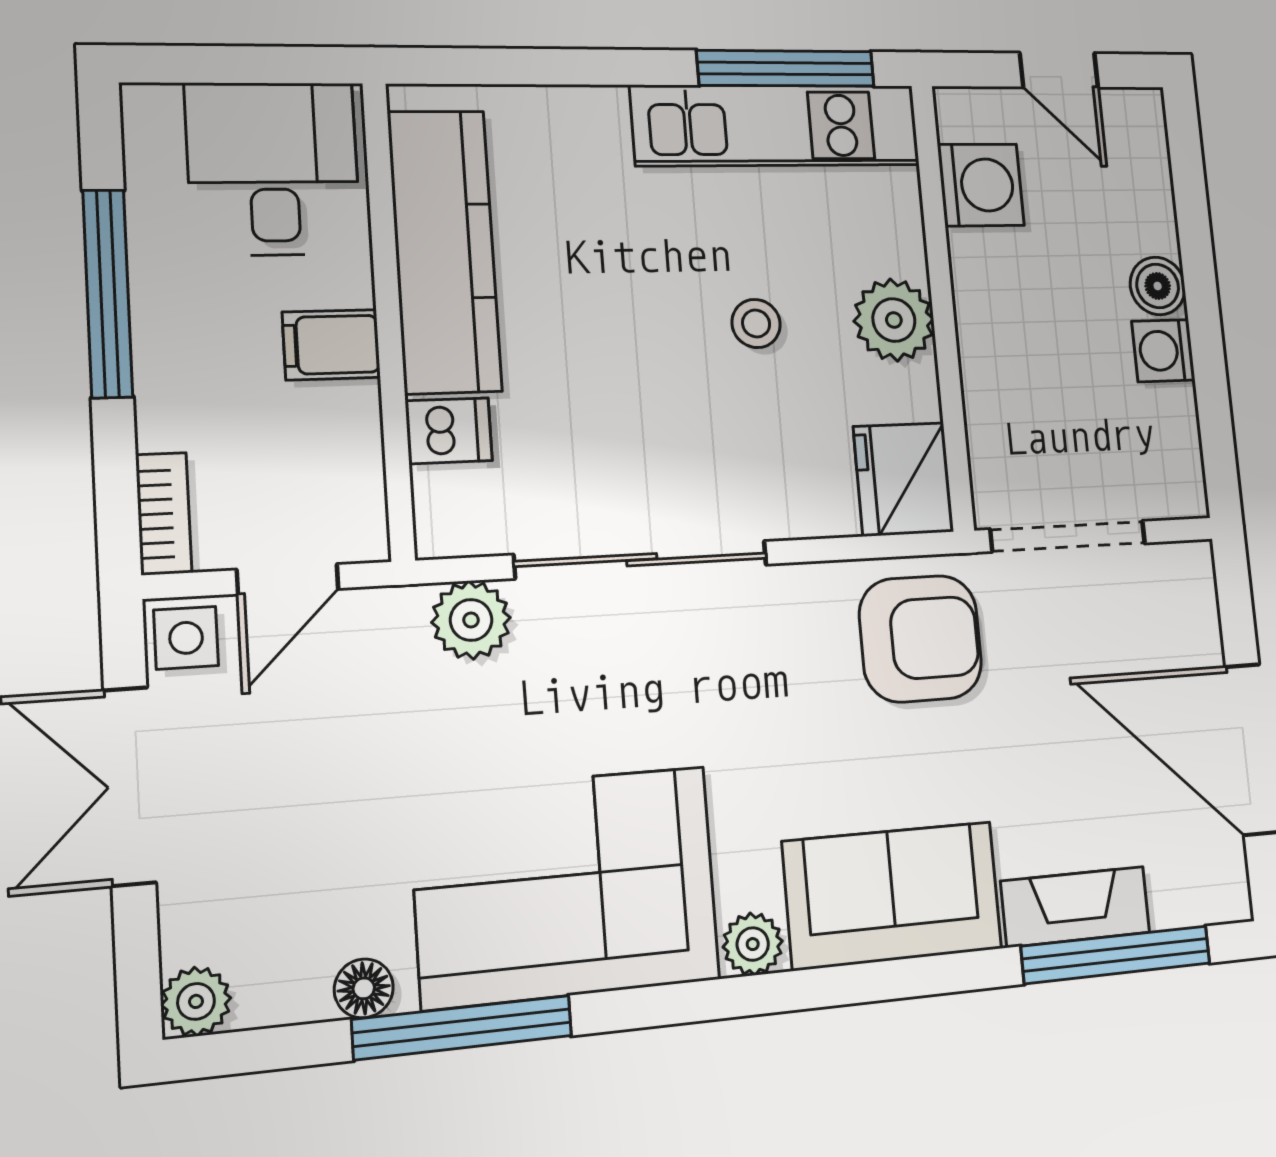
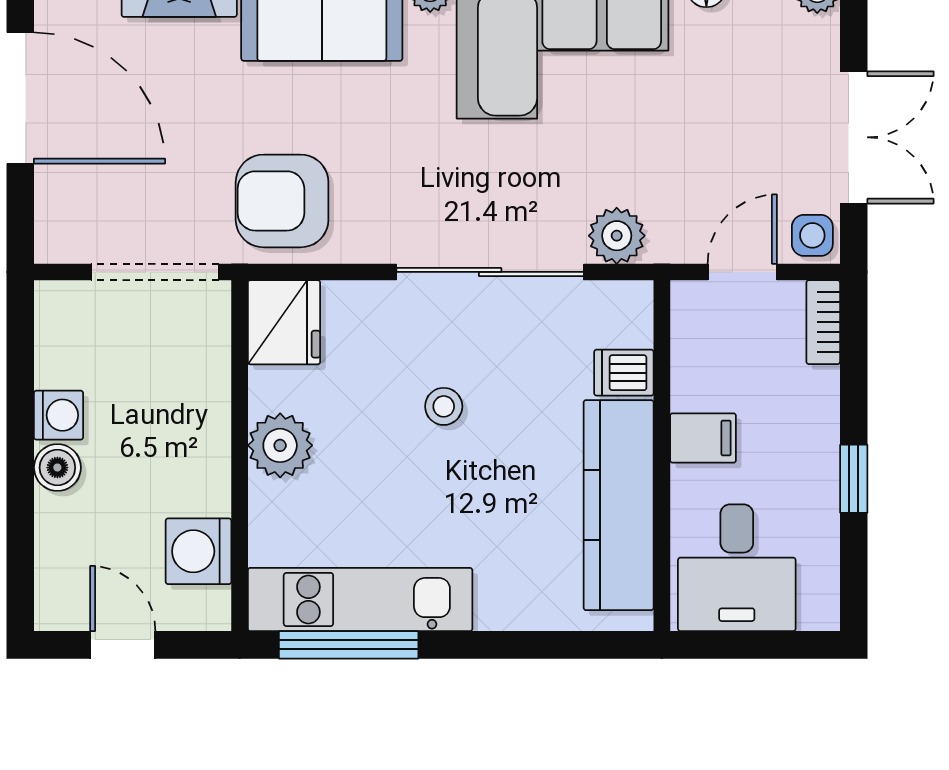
window: (108, 293) -> (854, 479), width x0.46
stool: (756, 323) -> (444, 406), moved

